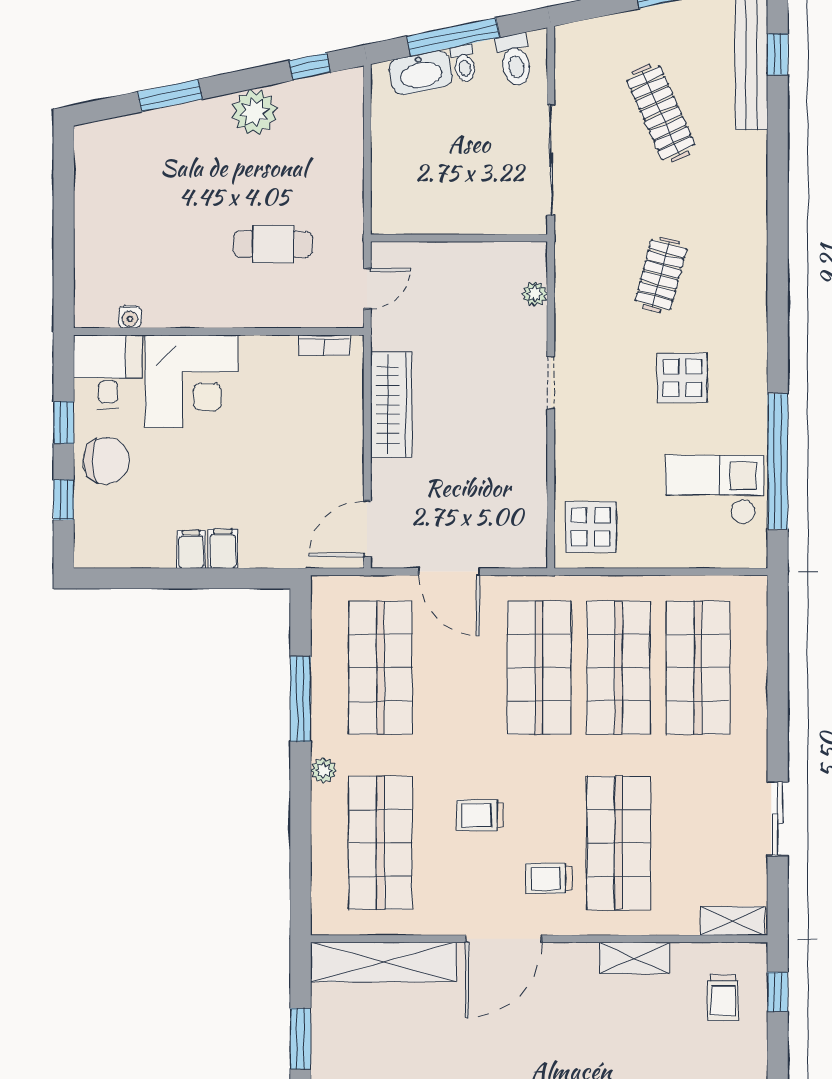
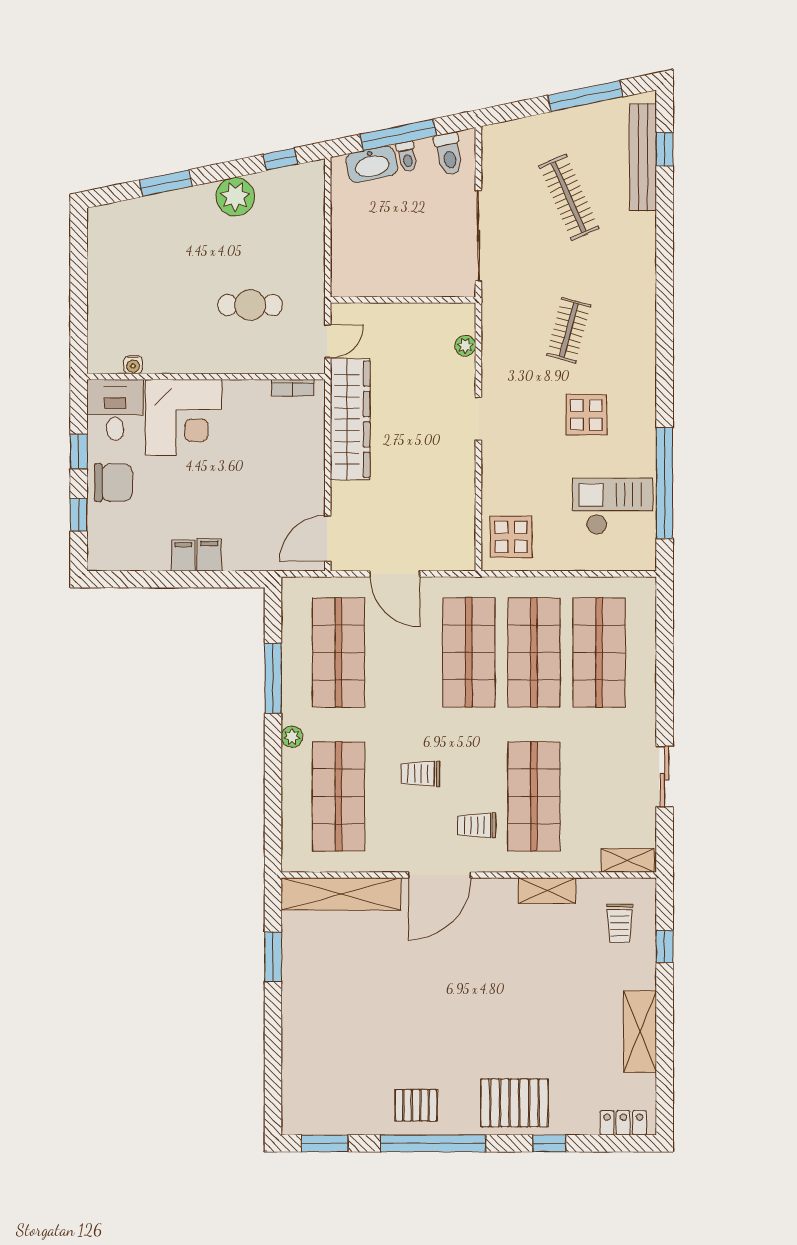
wardrobe: (391, 404) -> (350, 419), width x1.40, depth x1.17
window: (778, 992) -> (665, 947), moved

